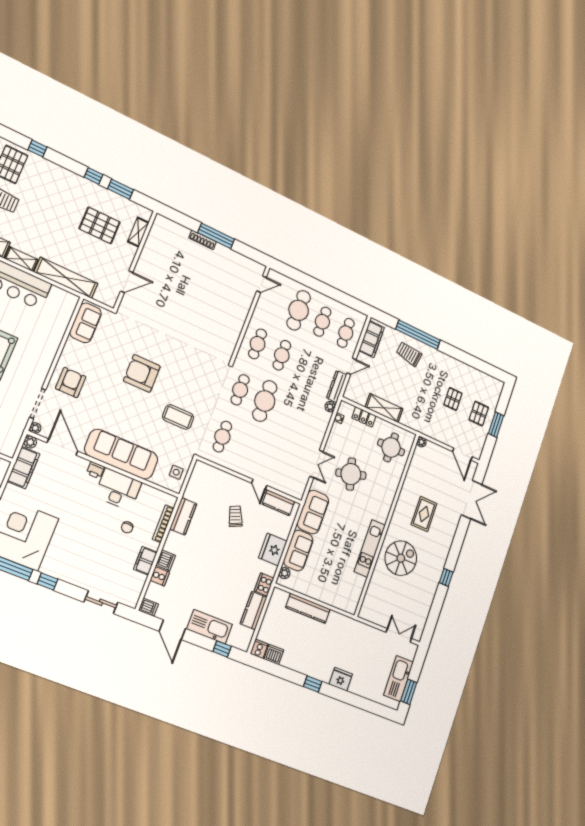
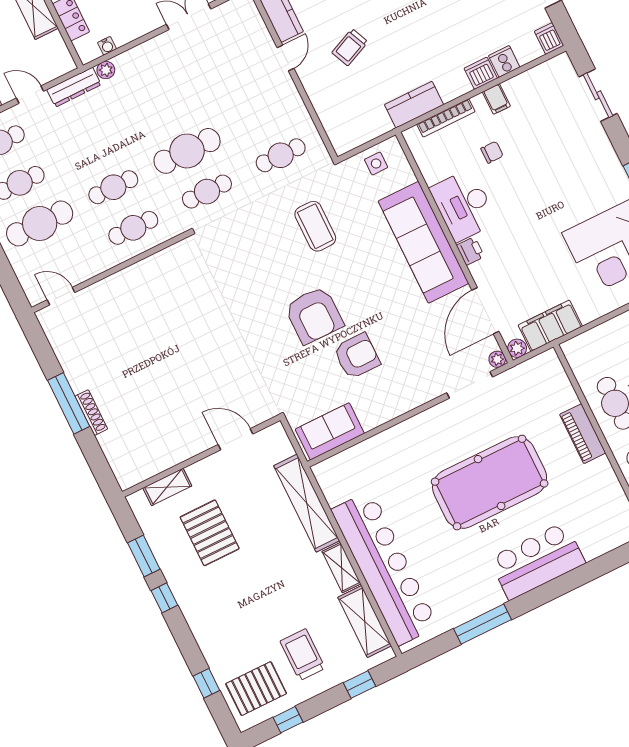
armchair: (71, 383) -> (357, 356), moved, turned 180
filing cabinet: (145, 561) -> (496, 99), width x0.50

